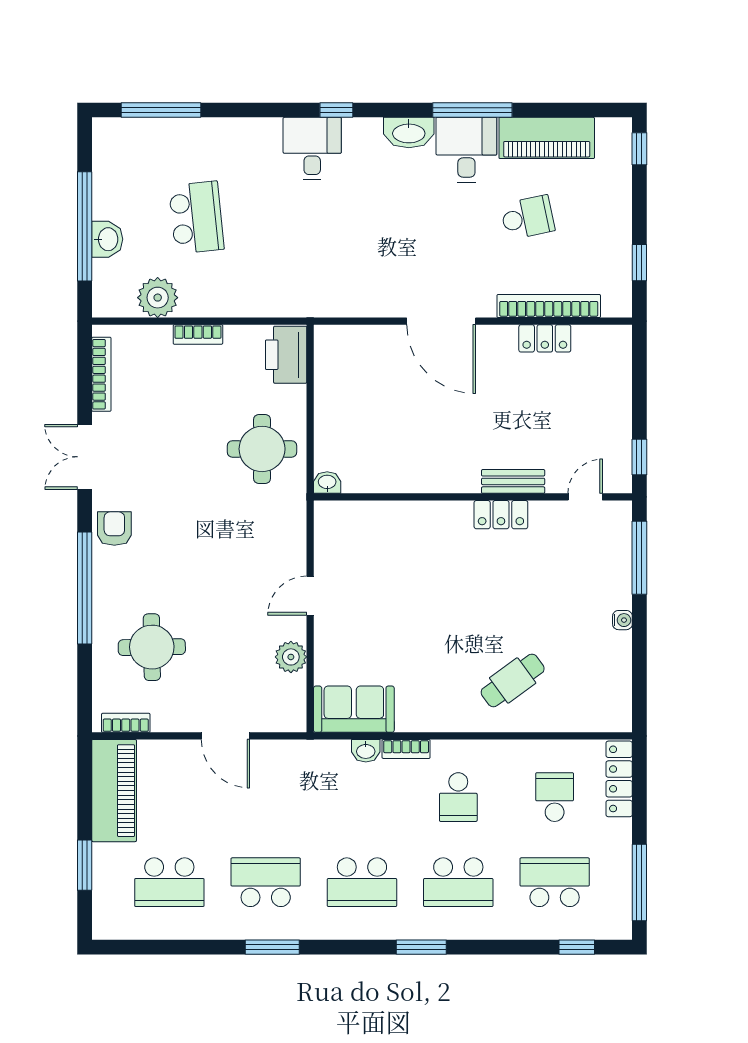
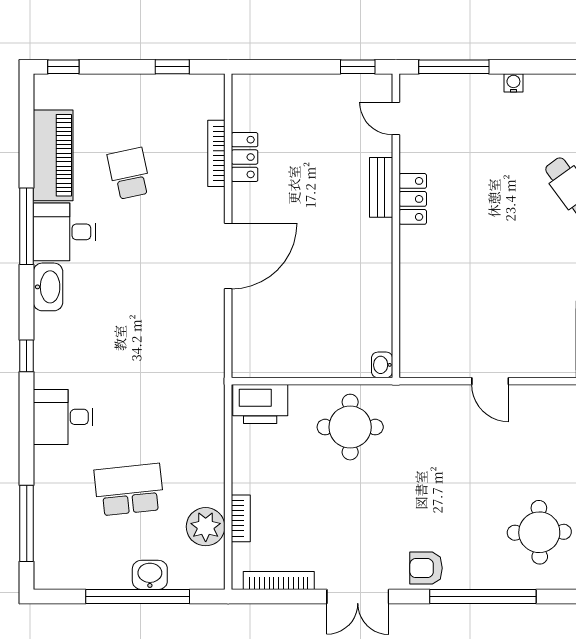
desk: (312, 148) -> (63, 417), moved
bookcase: (549, 306) -> (216, 153), width x0.68, depth x0.76
bookcase: (198, 334) -> (241, 518), moved
plant: (291, 657) -> (549, 400), removed

